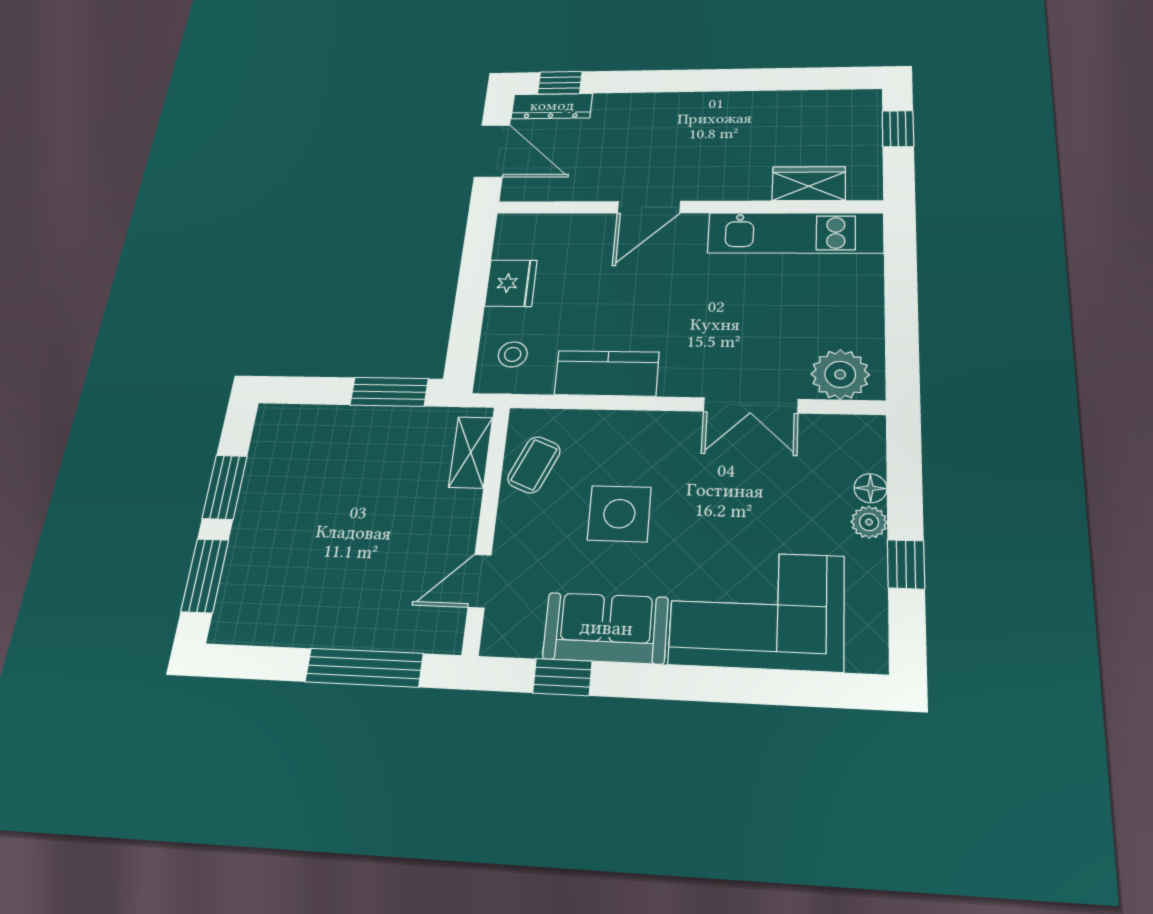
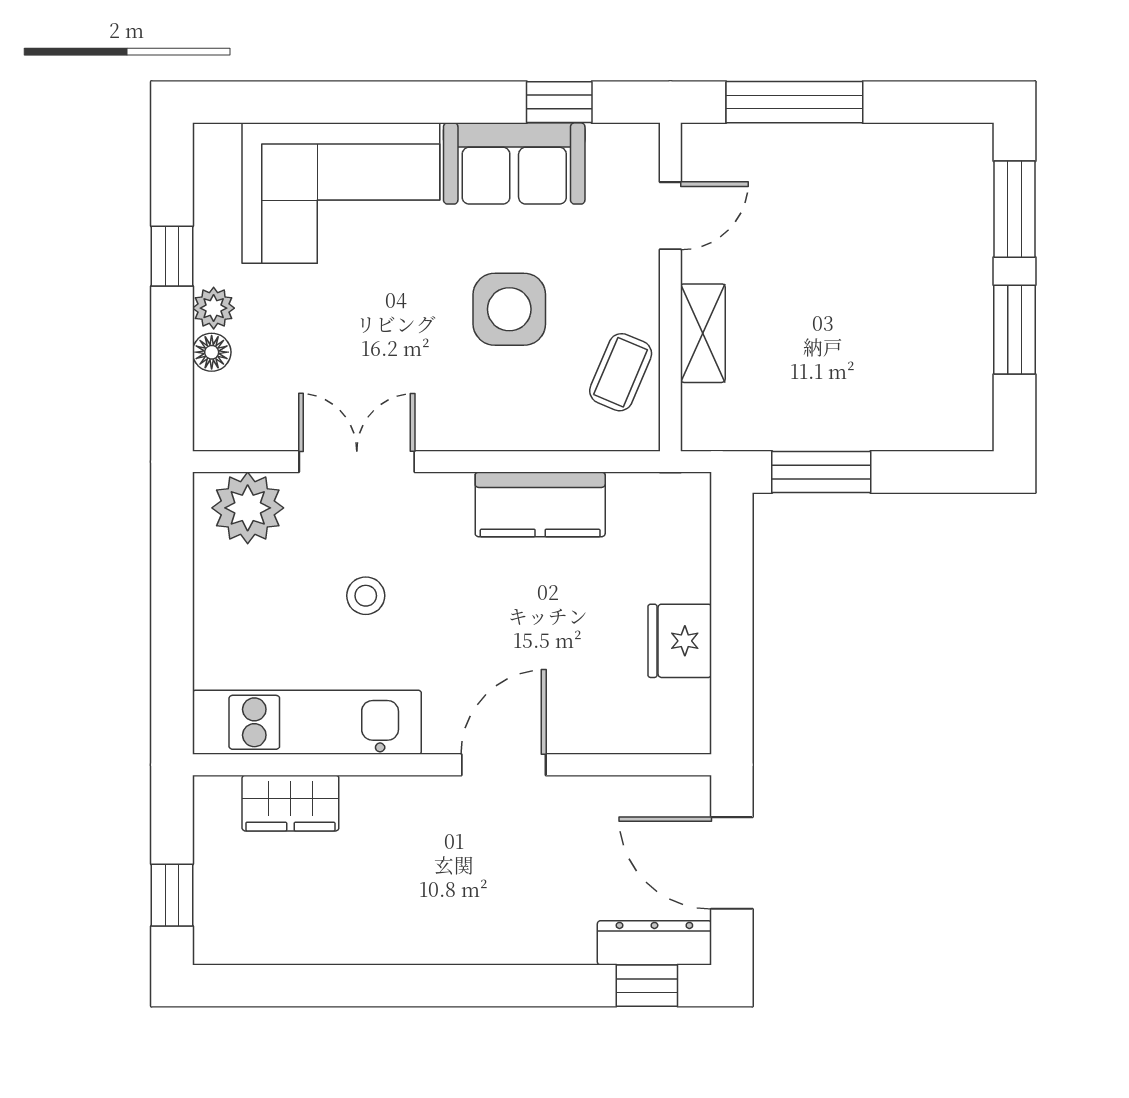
stool: (513, 354) -> (366, 596), moved
shelving: (471, 452) -> (703, 333), moved

